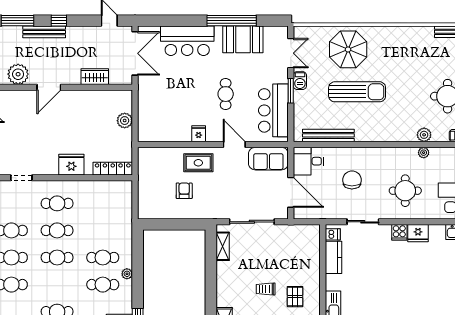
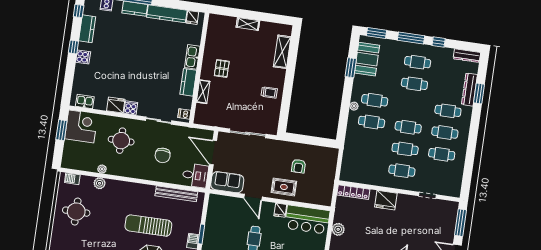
bar counter: (273, 110) -> (307, 219), moved, turned 90
shelving: (223, 246) -> (203, 92), moved
kitchen counter: (334, 257) -> (188, 82), moved
trolley: (266, 289) -> (269, 92), moved

